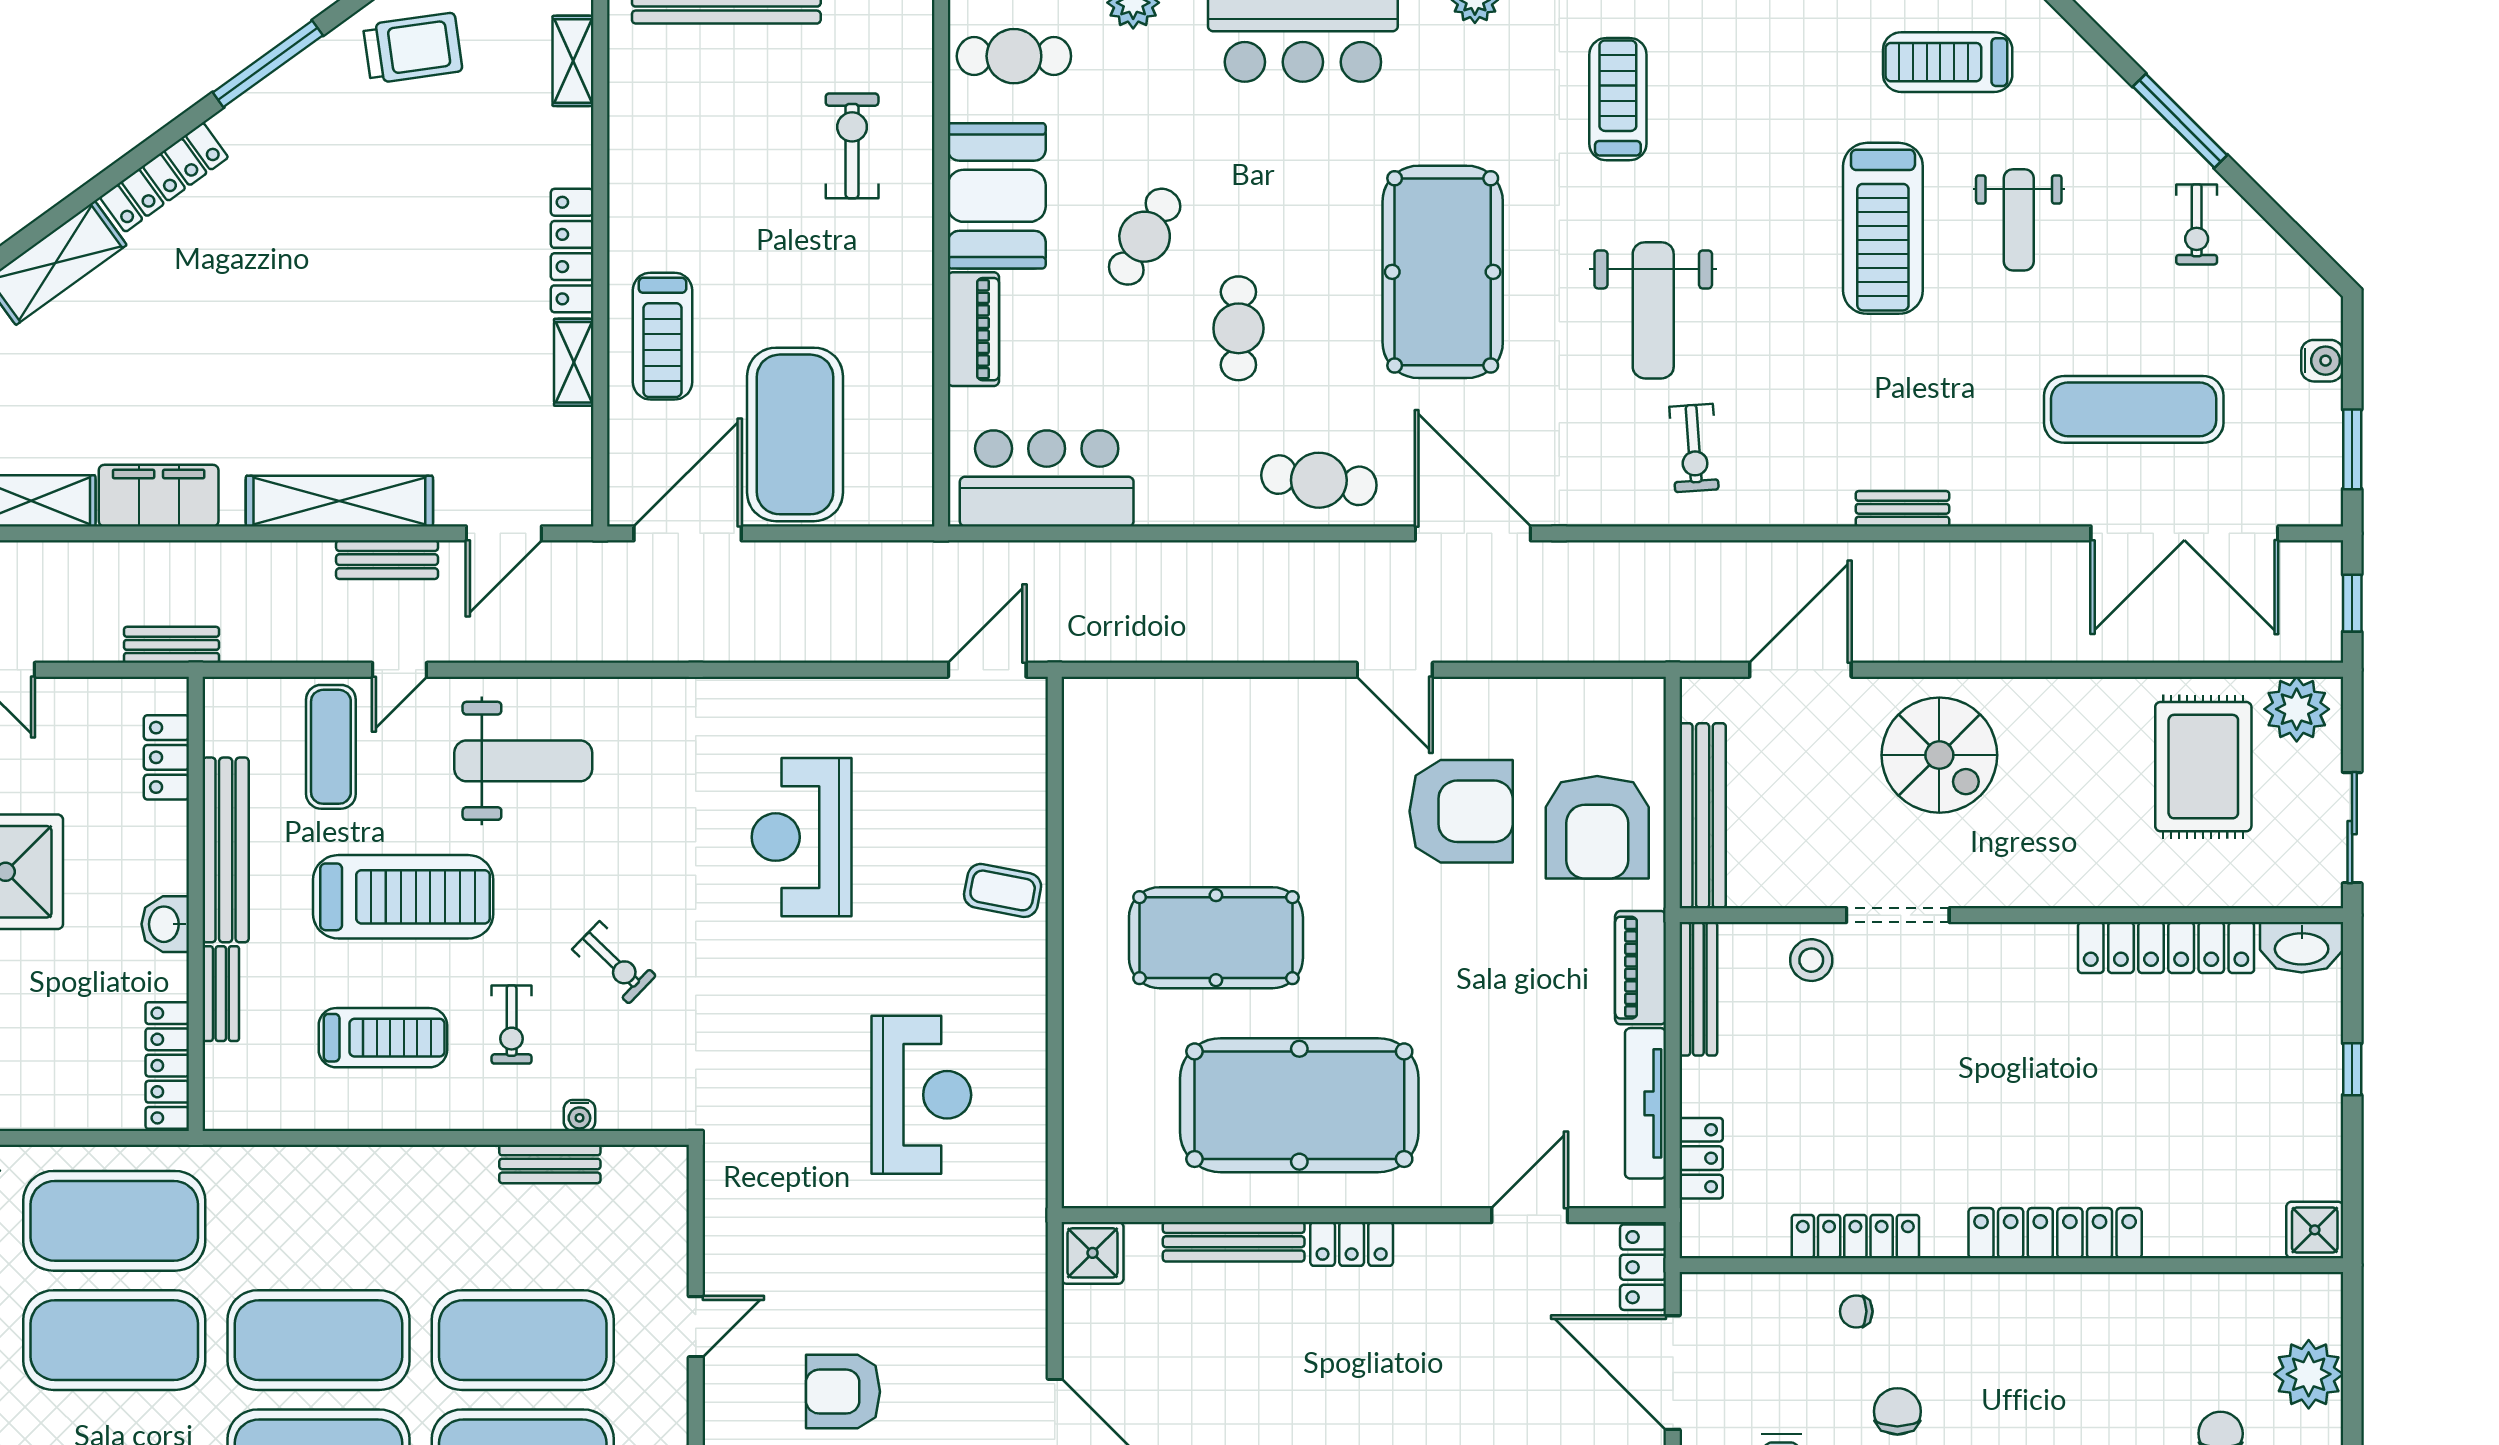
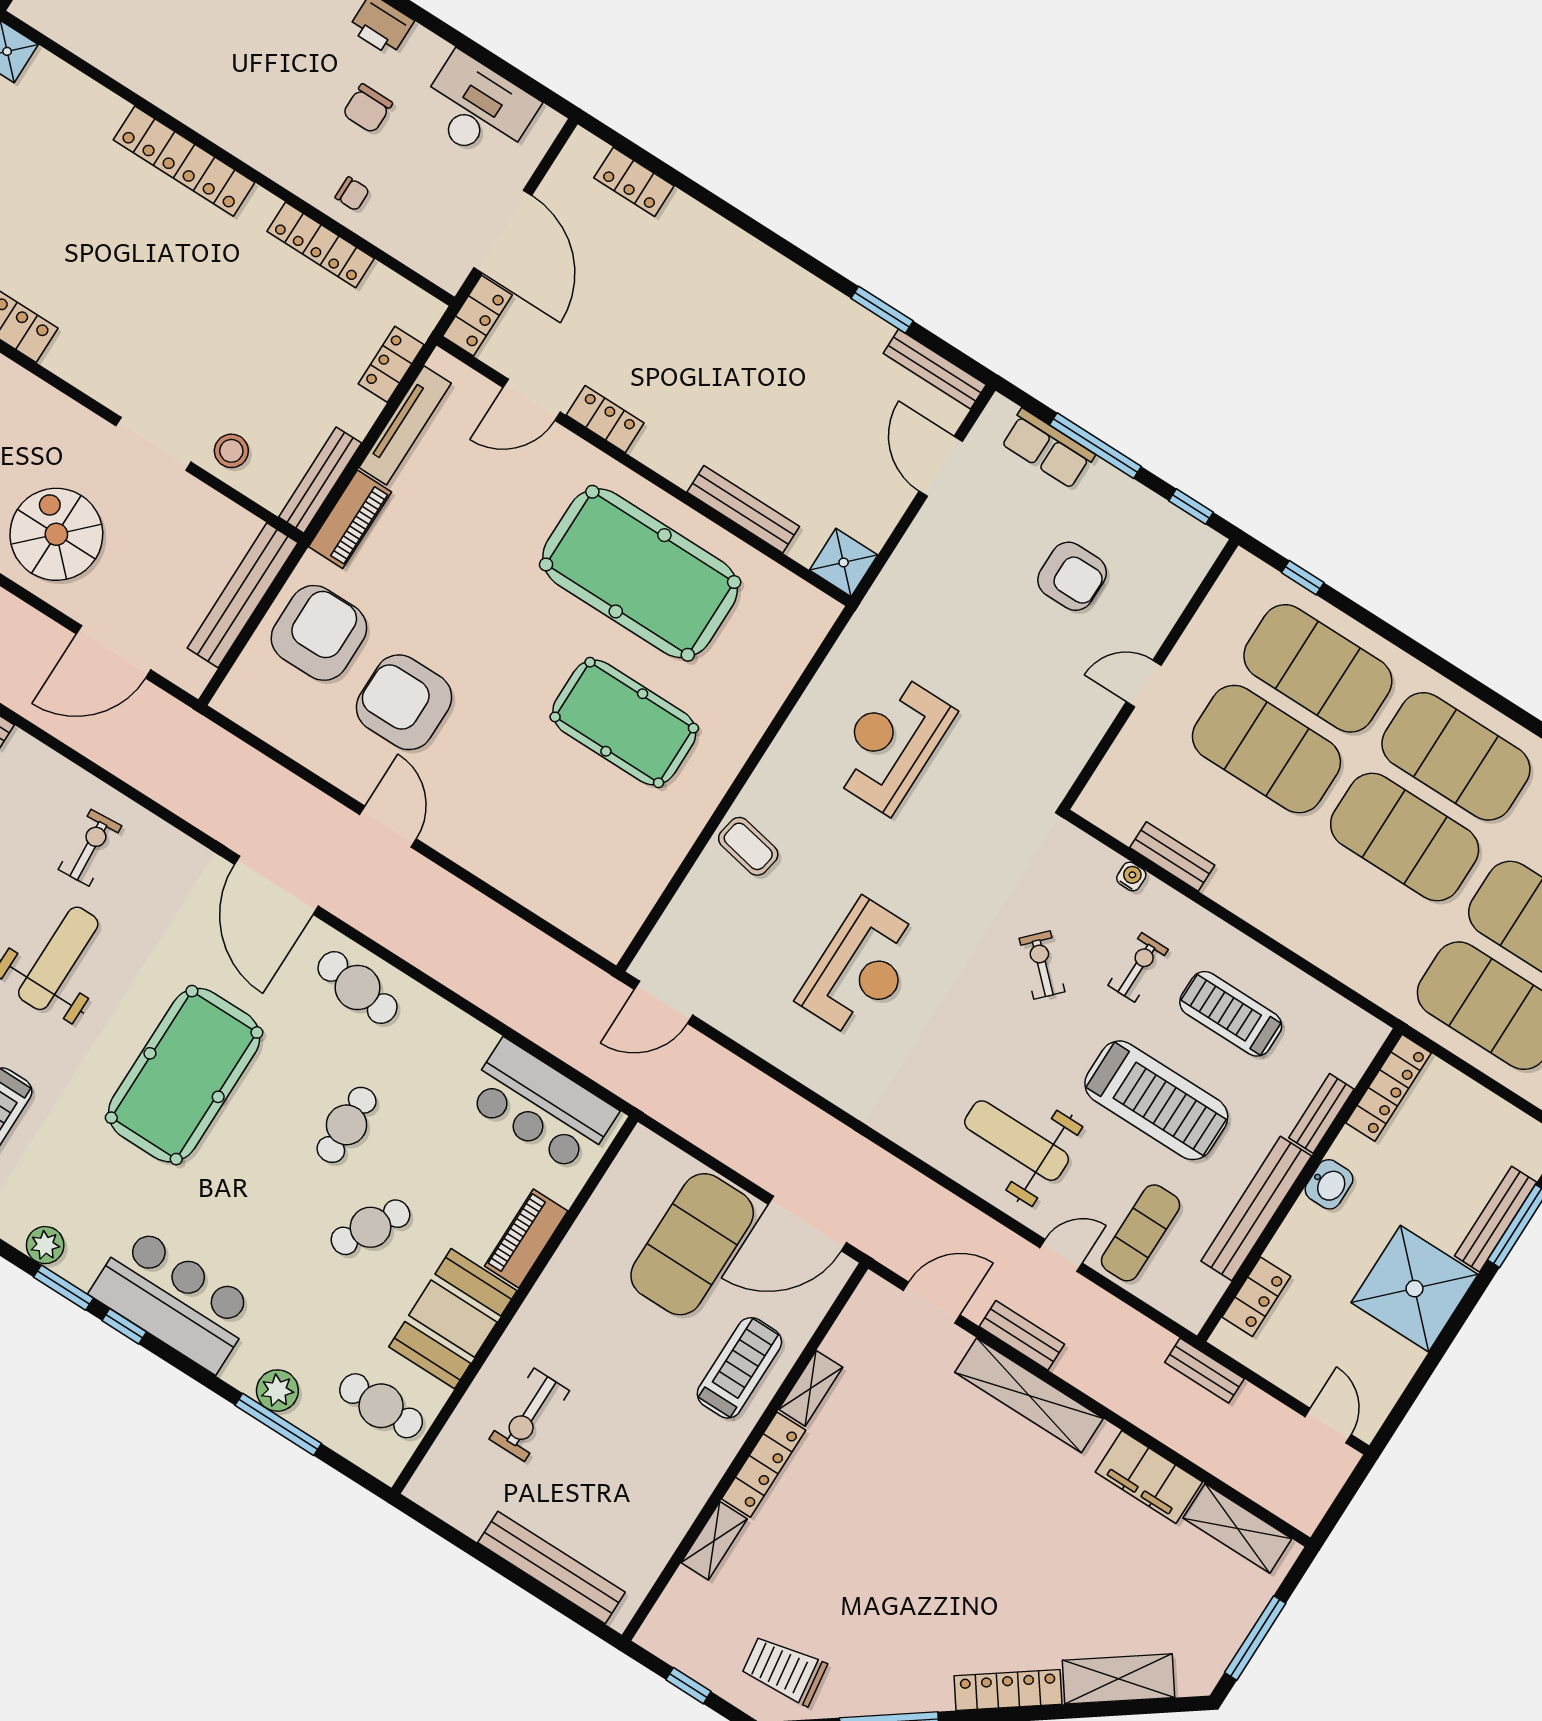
shelving: (573, 61) -> (714, 1541), moved
treadmill: (403, 897) -> (1156, 1100), turned 180
locker: (1352, 1244) -> (605, 419), moved

